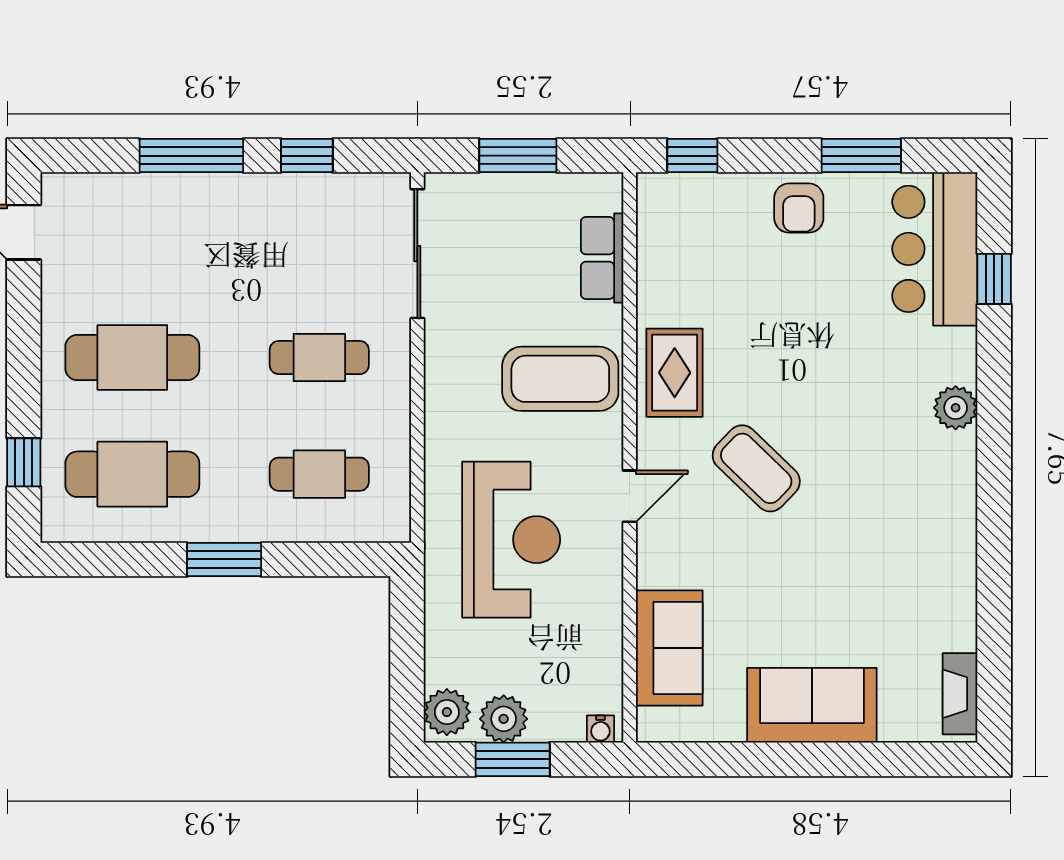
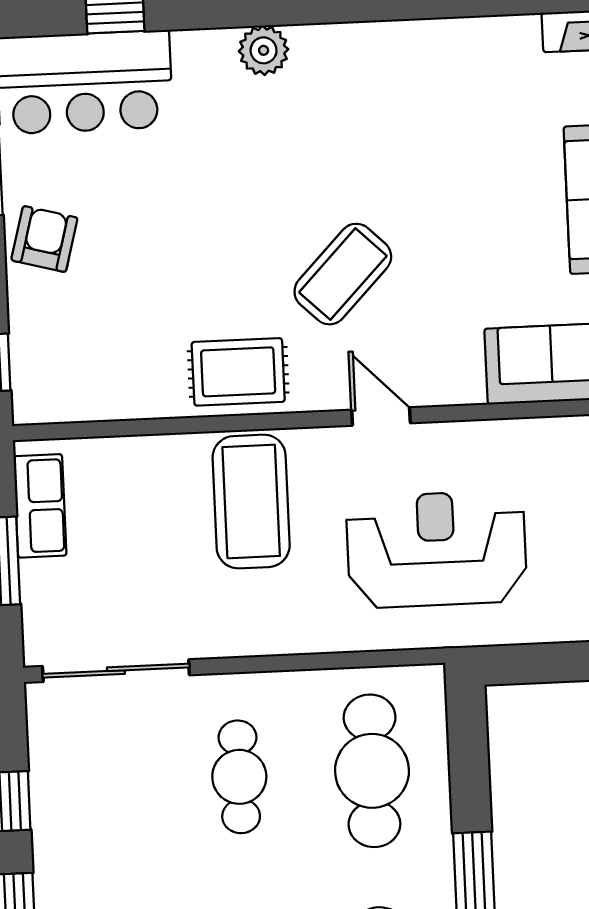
armchair: (799, 208) -> (44, 239), turned -75
row of seats: (602, 258) -> (40, 506), moved, turned -90
cafe table: (319, 474) -> (372, 771), width x1.37, depth x1.35

